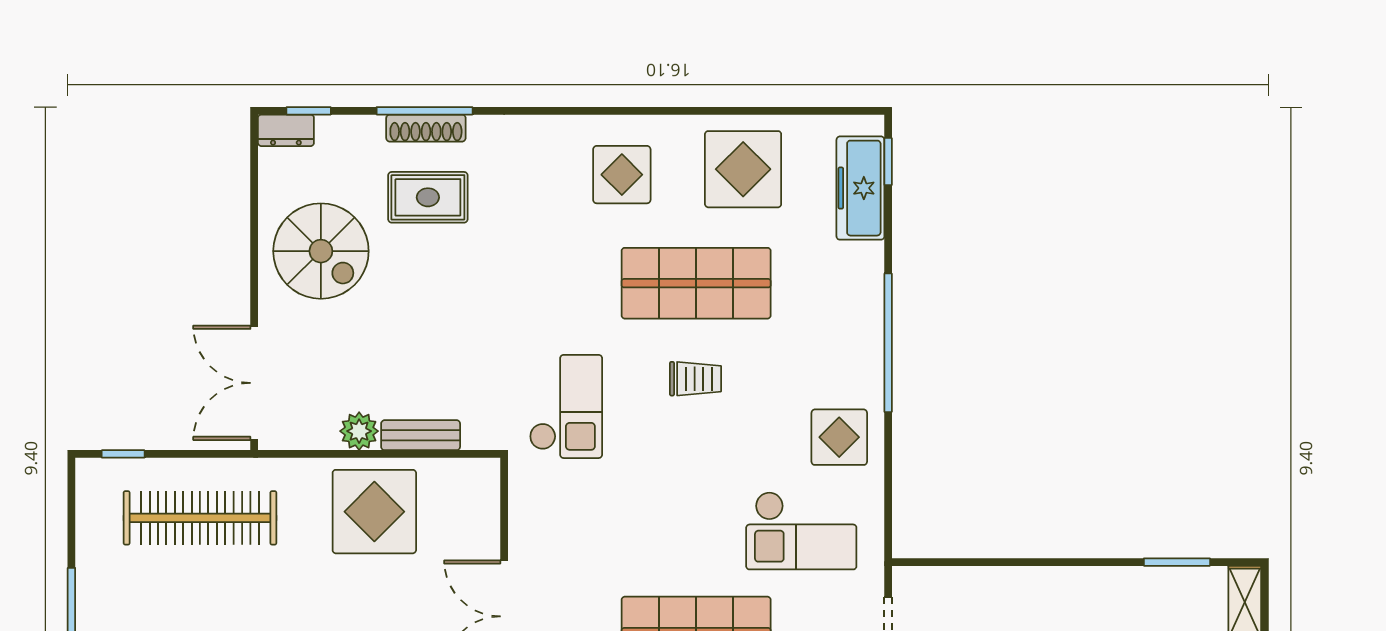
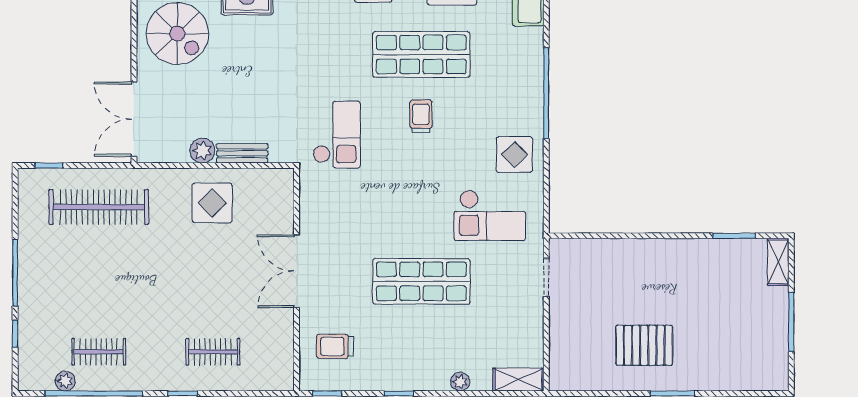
trolley: (695, 379) -> (421, 117), turned -90
display table: (374, 512) -> (212, 203), width x0.73, depth x0.73

